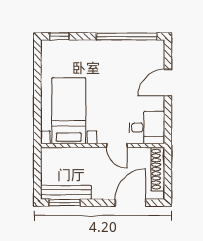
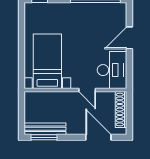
desk: (147, 128) -> (112, 70), width x1.37
door: (130, 203) -> (98, 137), hinge flipped

